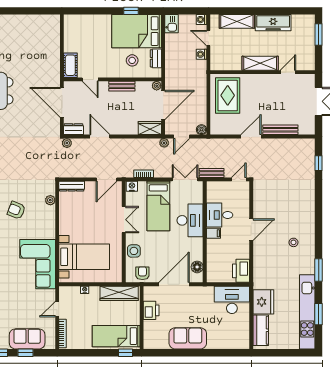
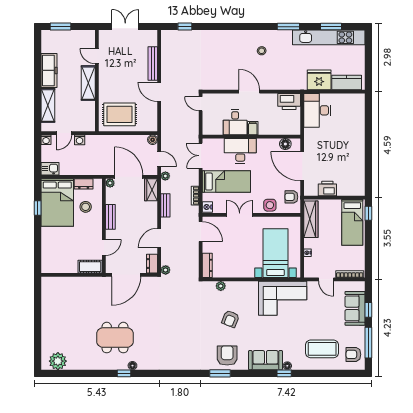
bench: (212, 173) -> (165, 205), moved
sofa: (188, 338) -> (354, 153), removed

